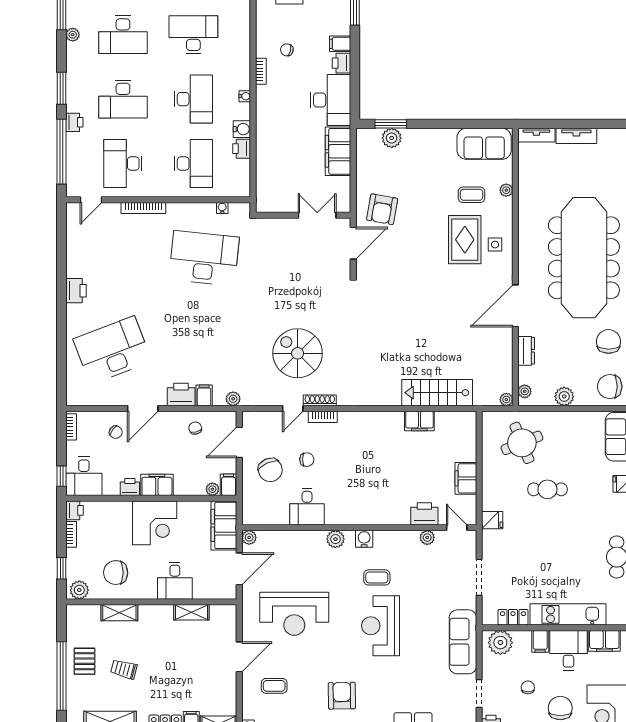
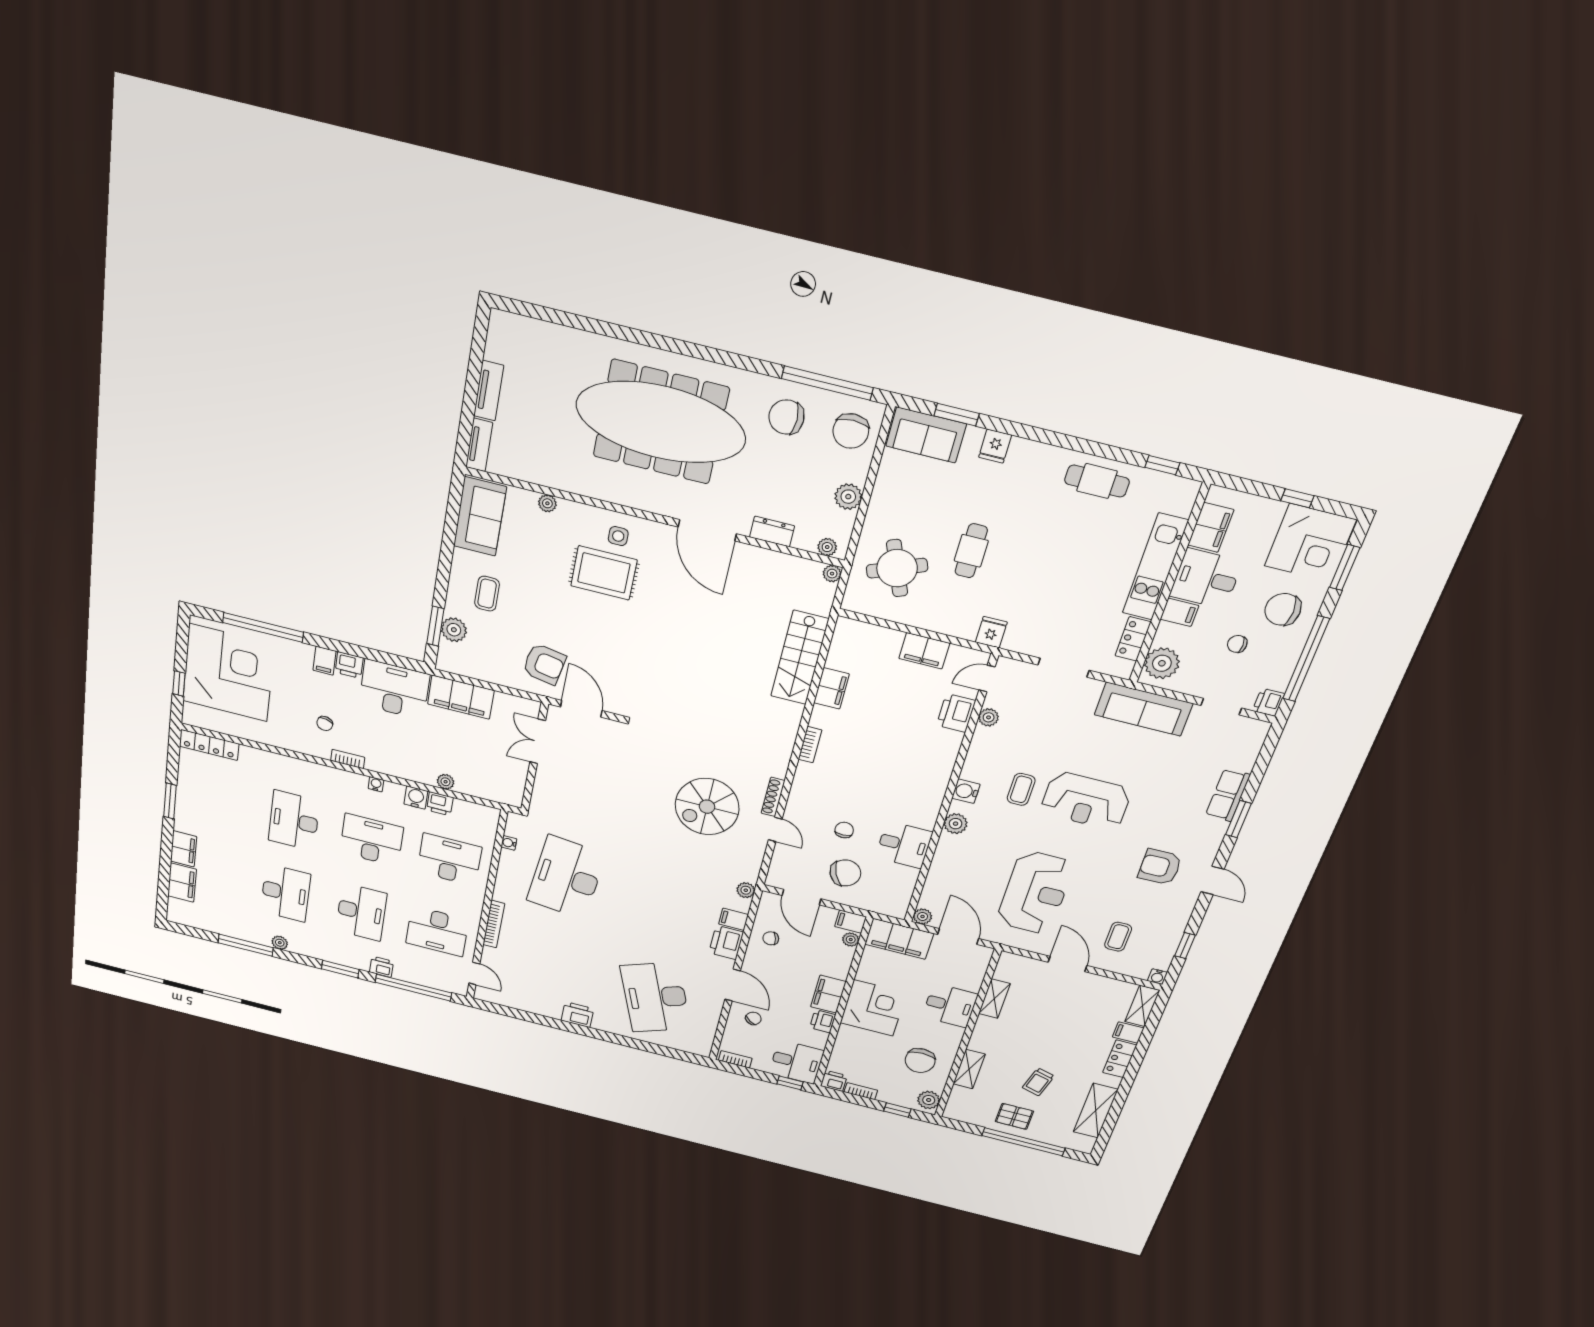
plant: (262, 150) -> (446, 782), added
coffee table: (472, 195) -> (487, 594), moved
bookcase: (323, 417) -> (810, 745), moved

